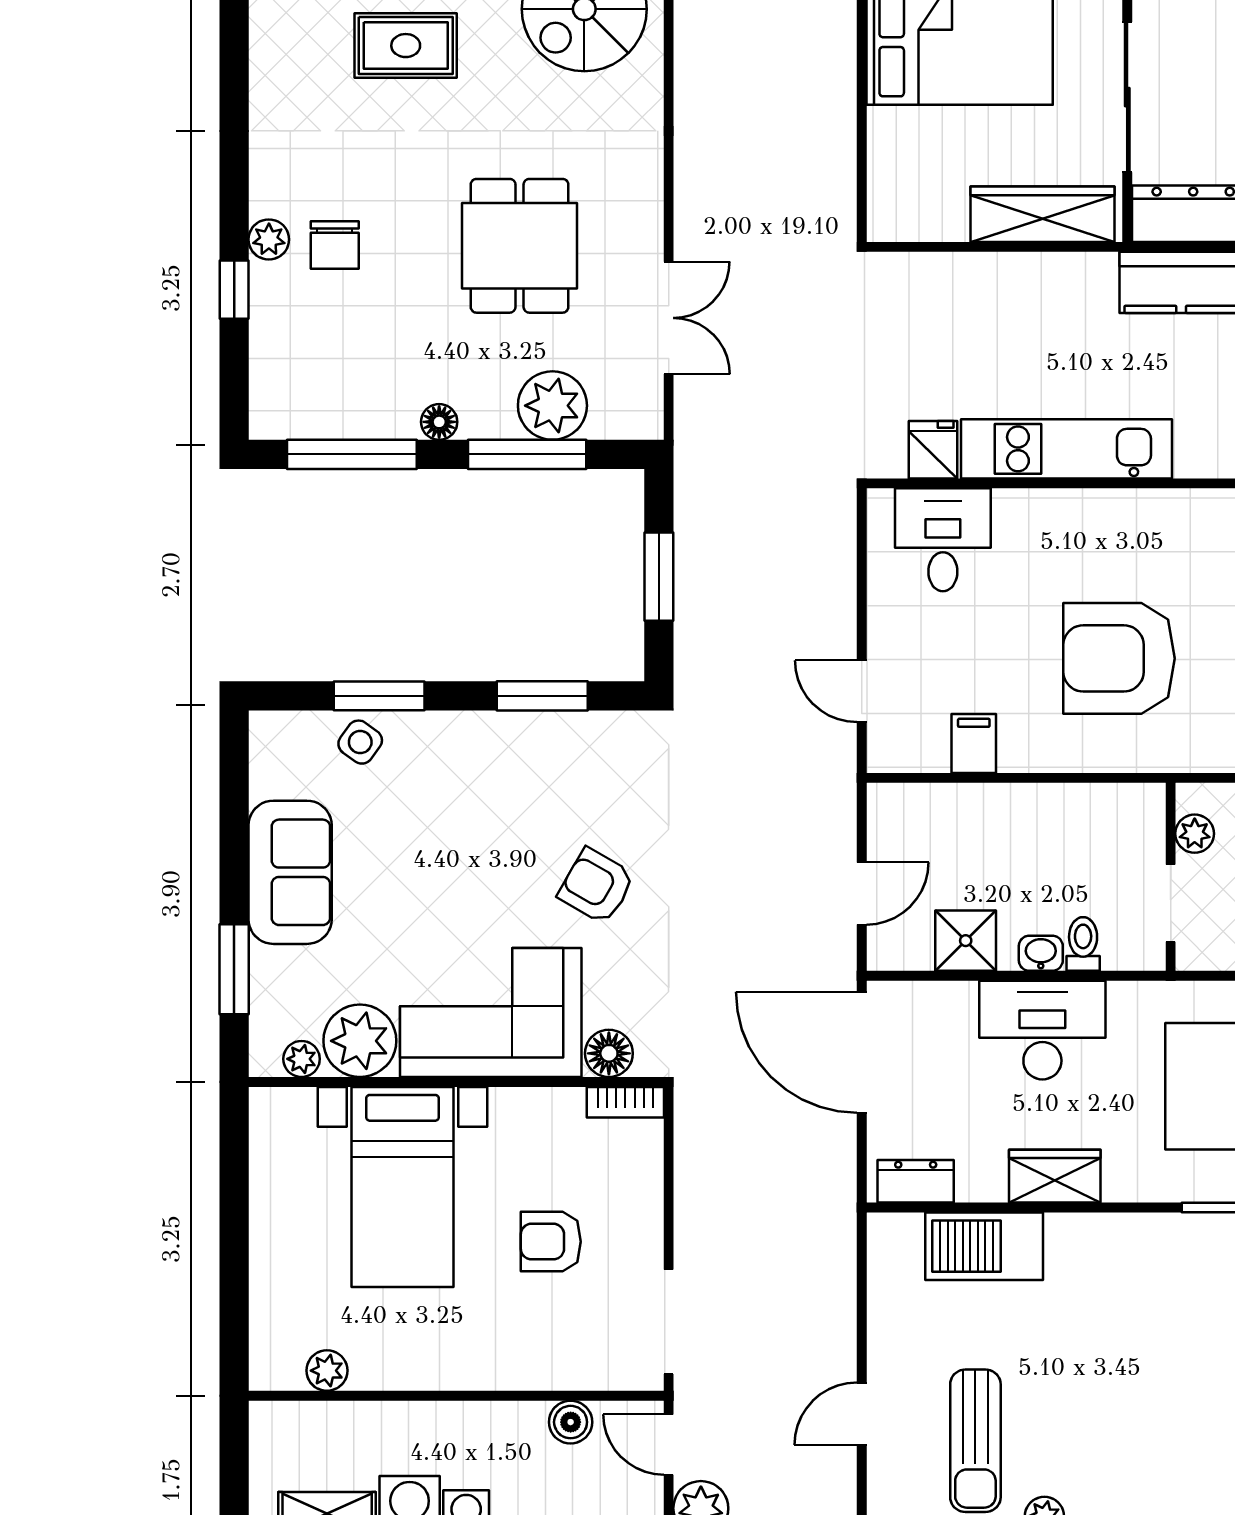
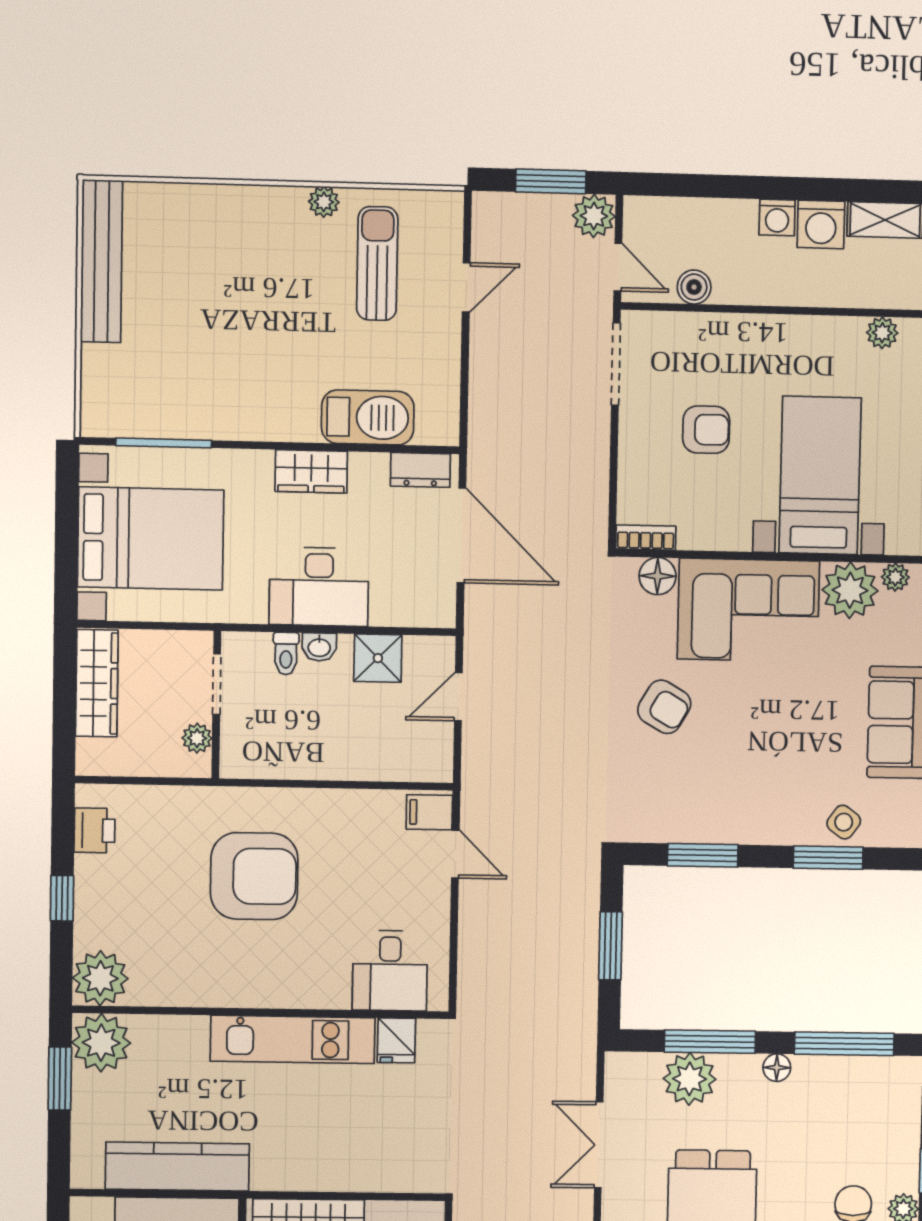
filing cabinet: (974, 743) -> (429, 812), moved, turned 90
door: (862, 1052) -> (461, 535), moved

